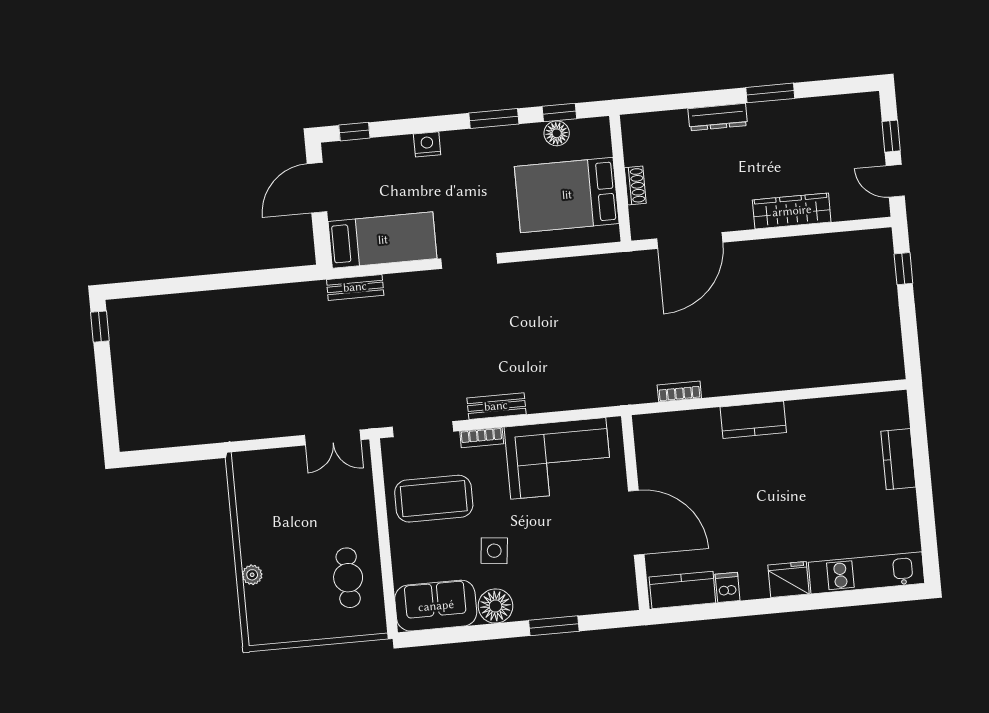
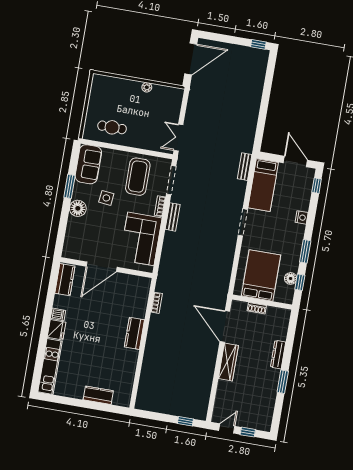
wardrobe: (792, 211) -> (228, 362), moved
door: (167, 456) -> (191, 59), added
plant: (252, 575) -> (147, 87), moved
dishwasher: (728, 587) -> (58, 314), moved
floor lamp: (495, 606) -> (78, 208), moved
window: (554, 626) -> (69, 186), moved

